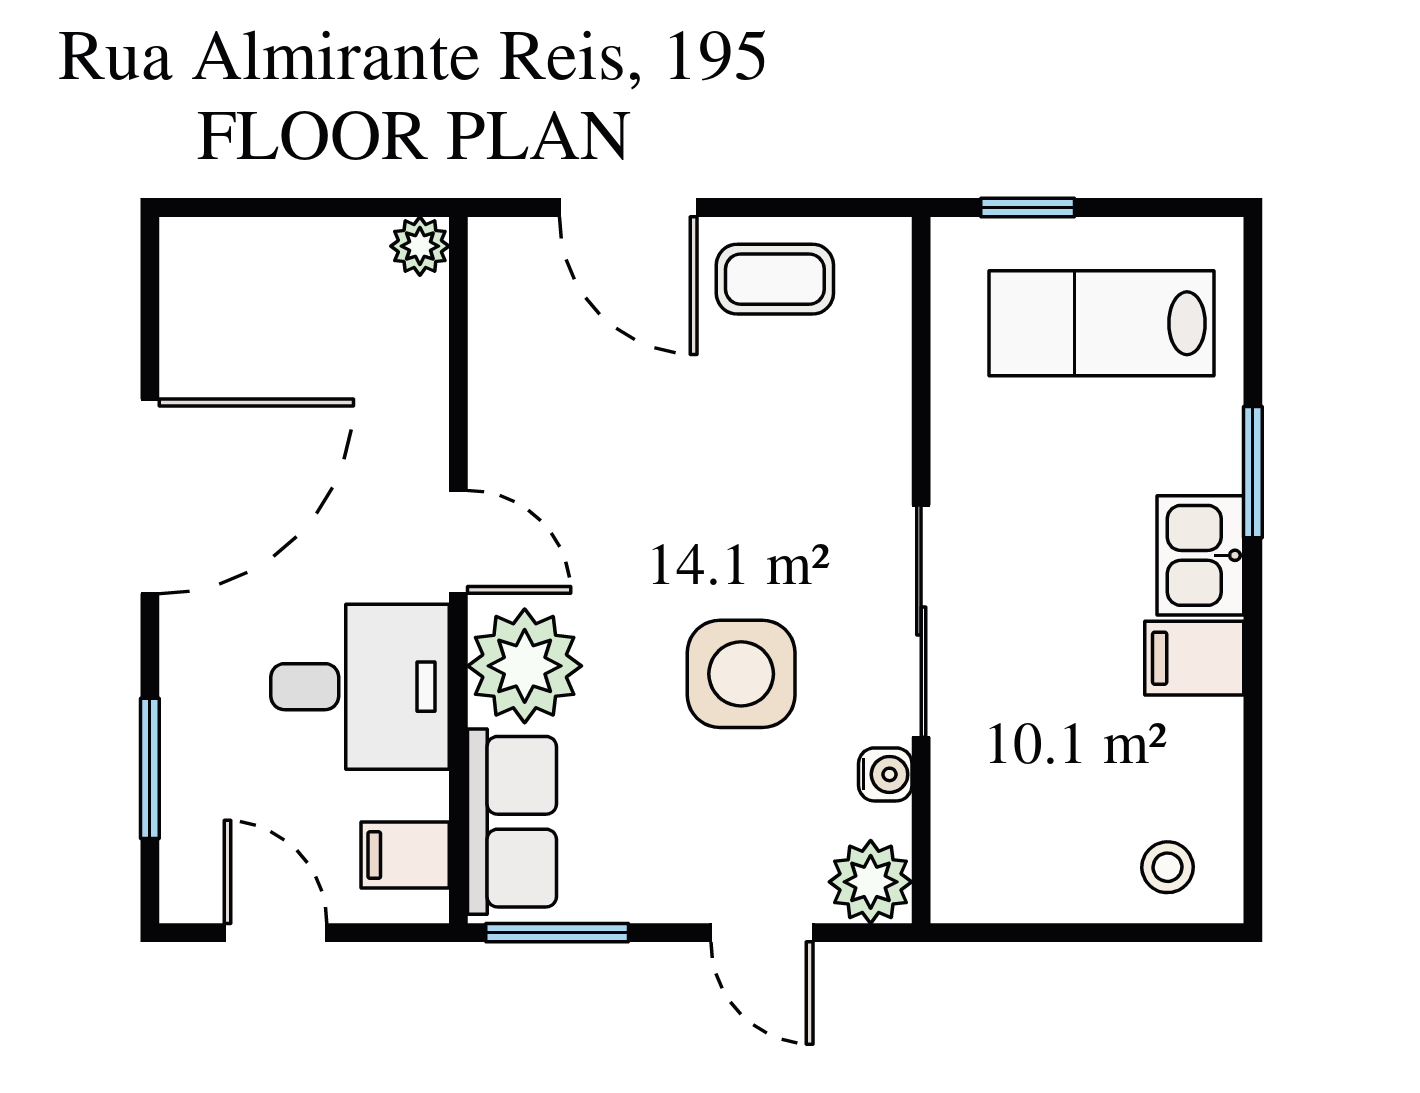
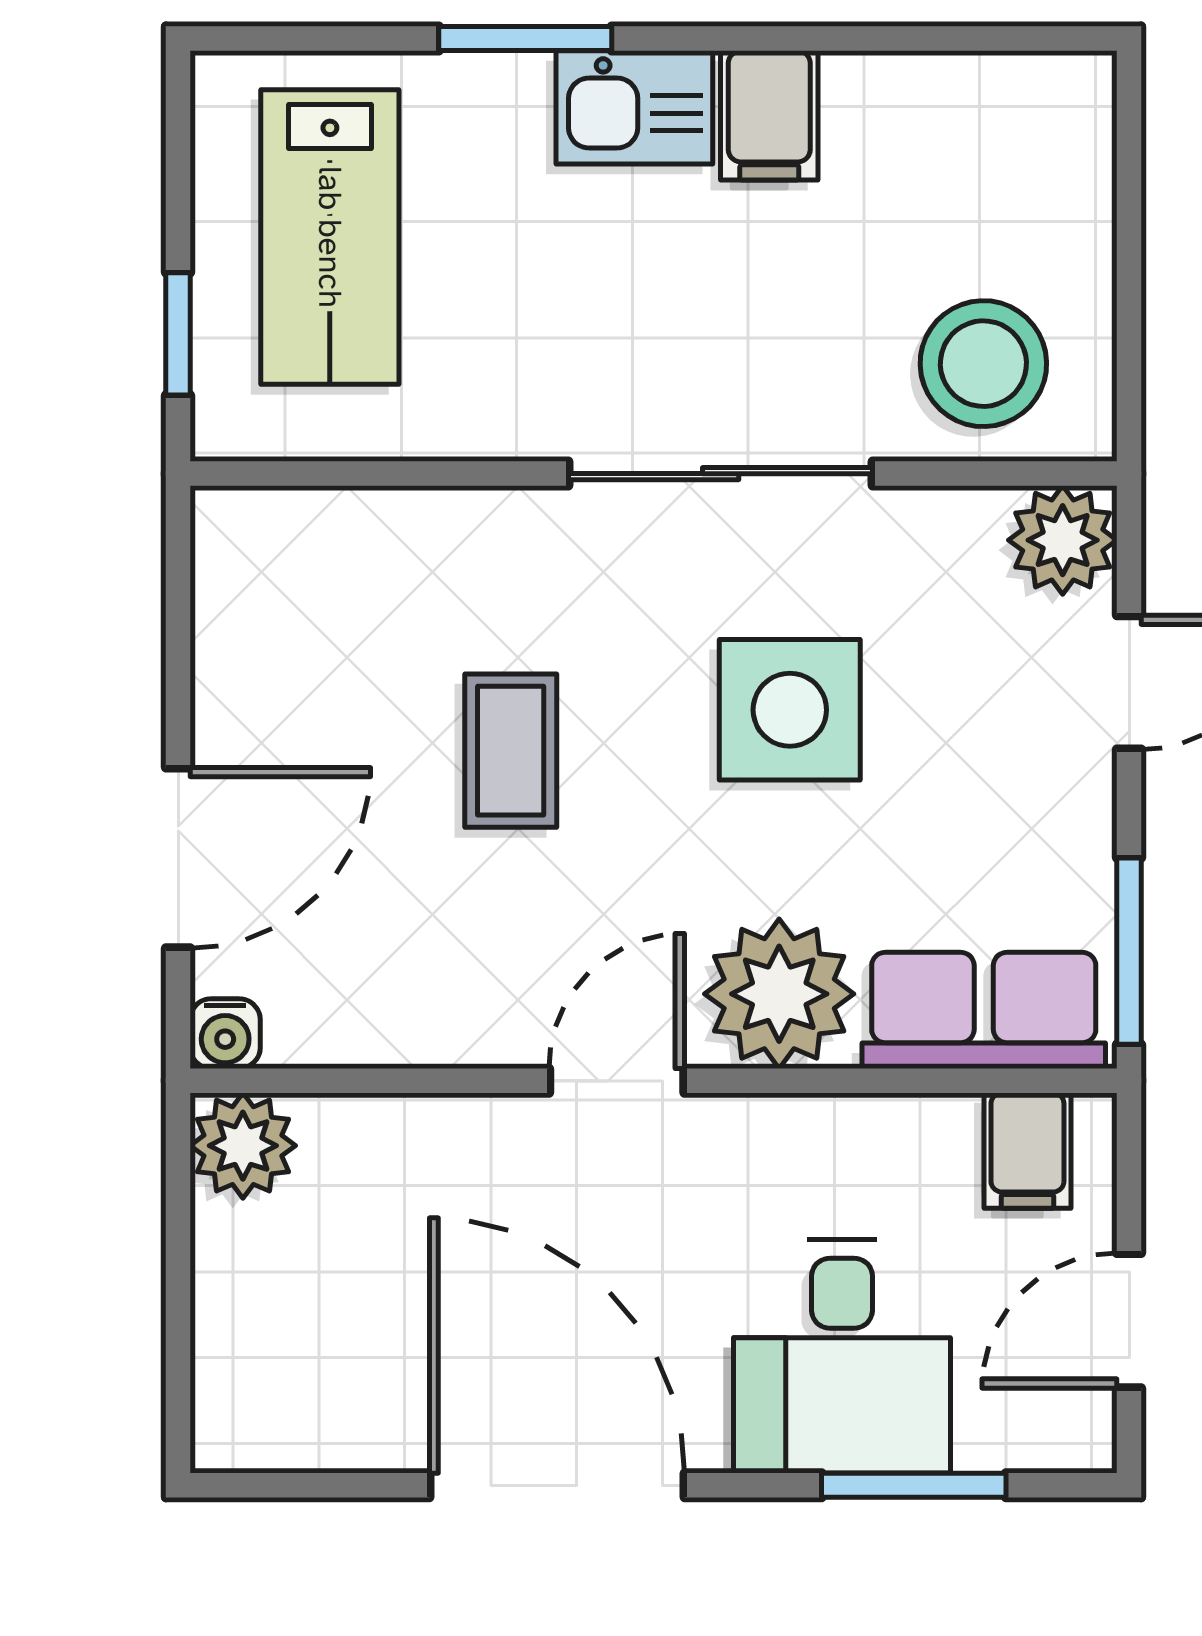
plant: (420, 246) -> (243, 1146), width x1.38, depth x1.38
coffee table: (775, 279) -> (511, 751), moved
desk: (360, 687) -> (842, 1356), moved, turned 180
water cooler: (885, 774) -> (225, 1034), moved, turned 180
stool: (1168, 867) -> (983, 364), moved, width x1.89, depth x1.89

